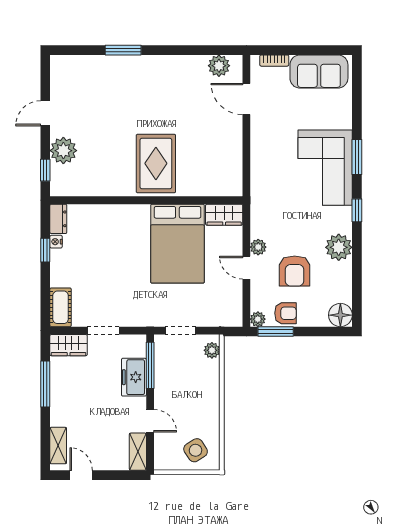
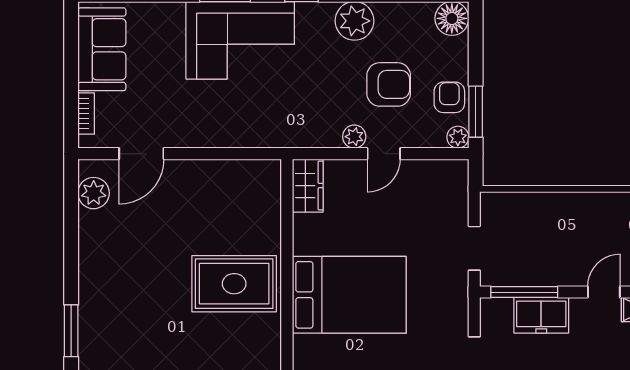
bed: (177, 244) -> (349, 295), moved
plant: (212, 350) -> (503, 203), removed

